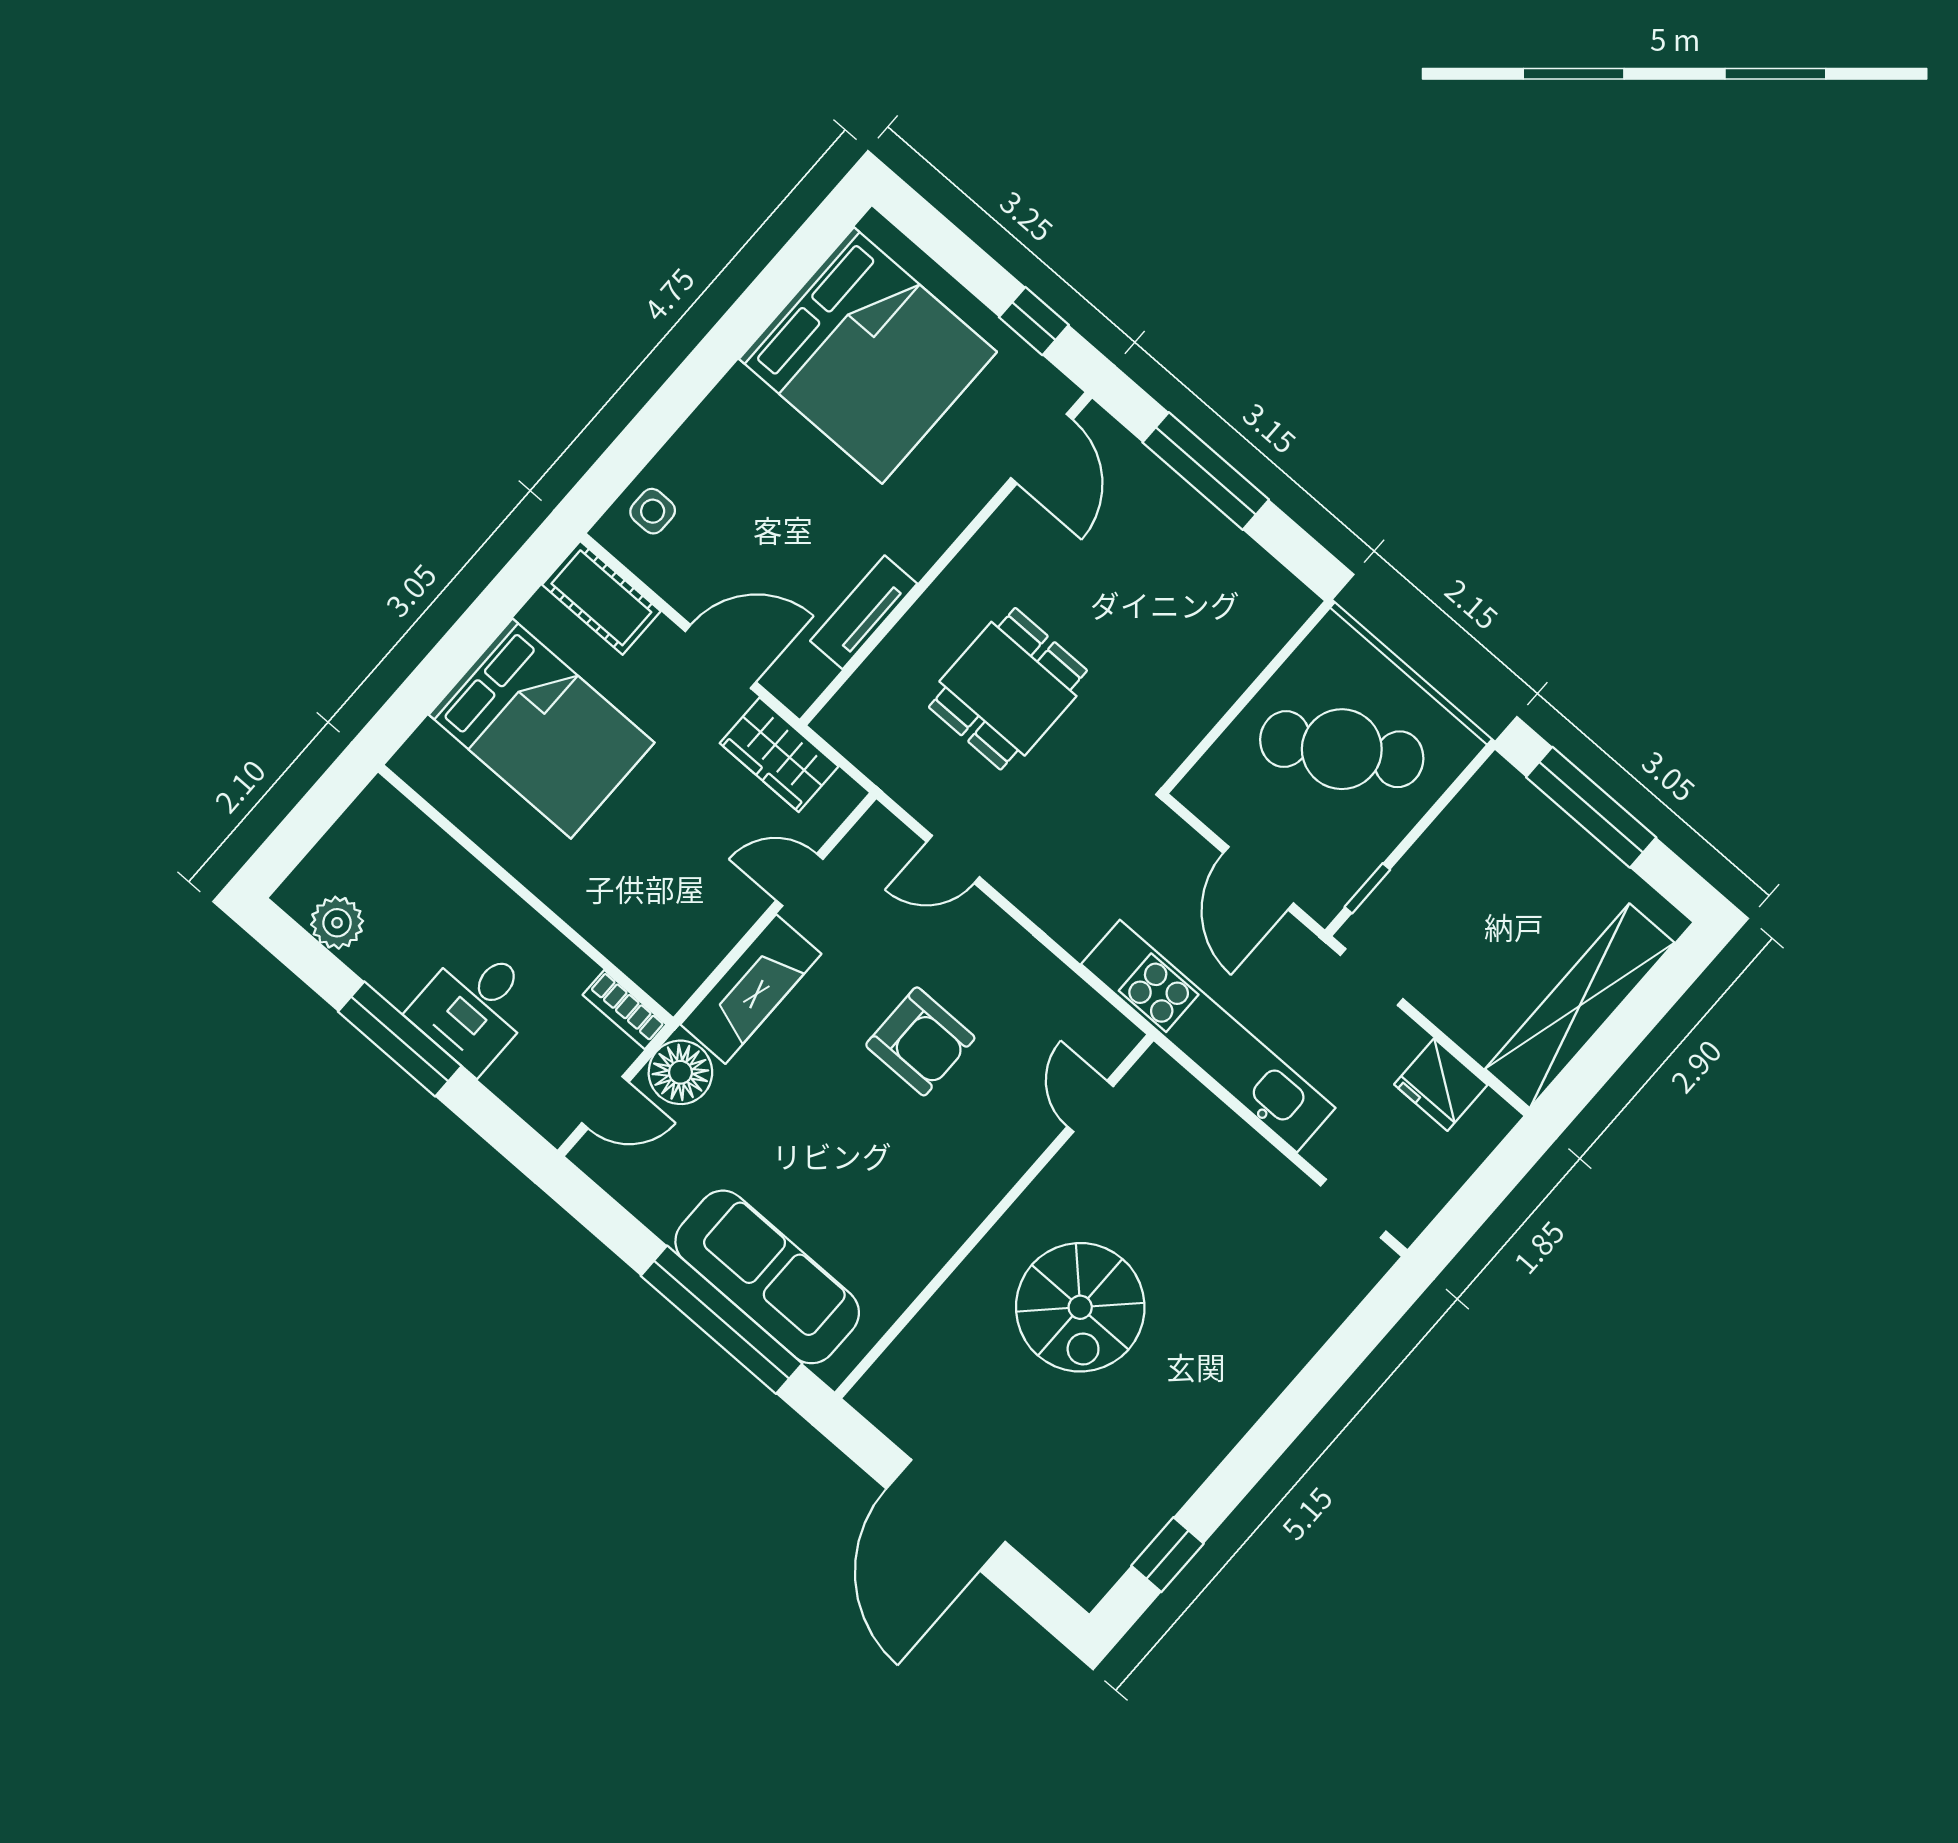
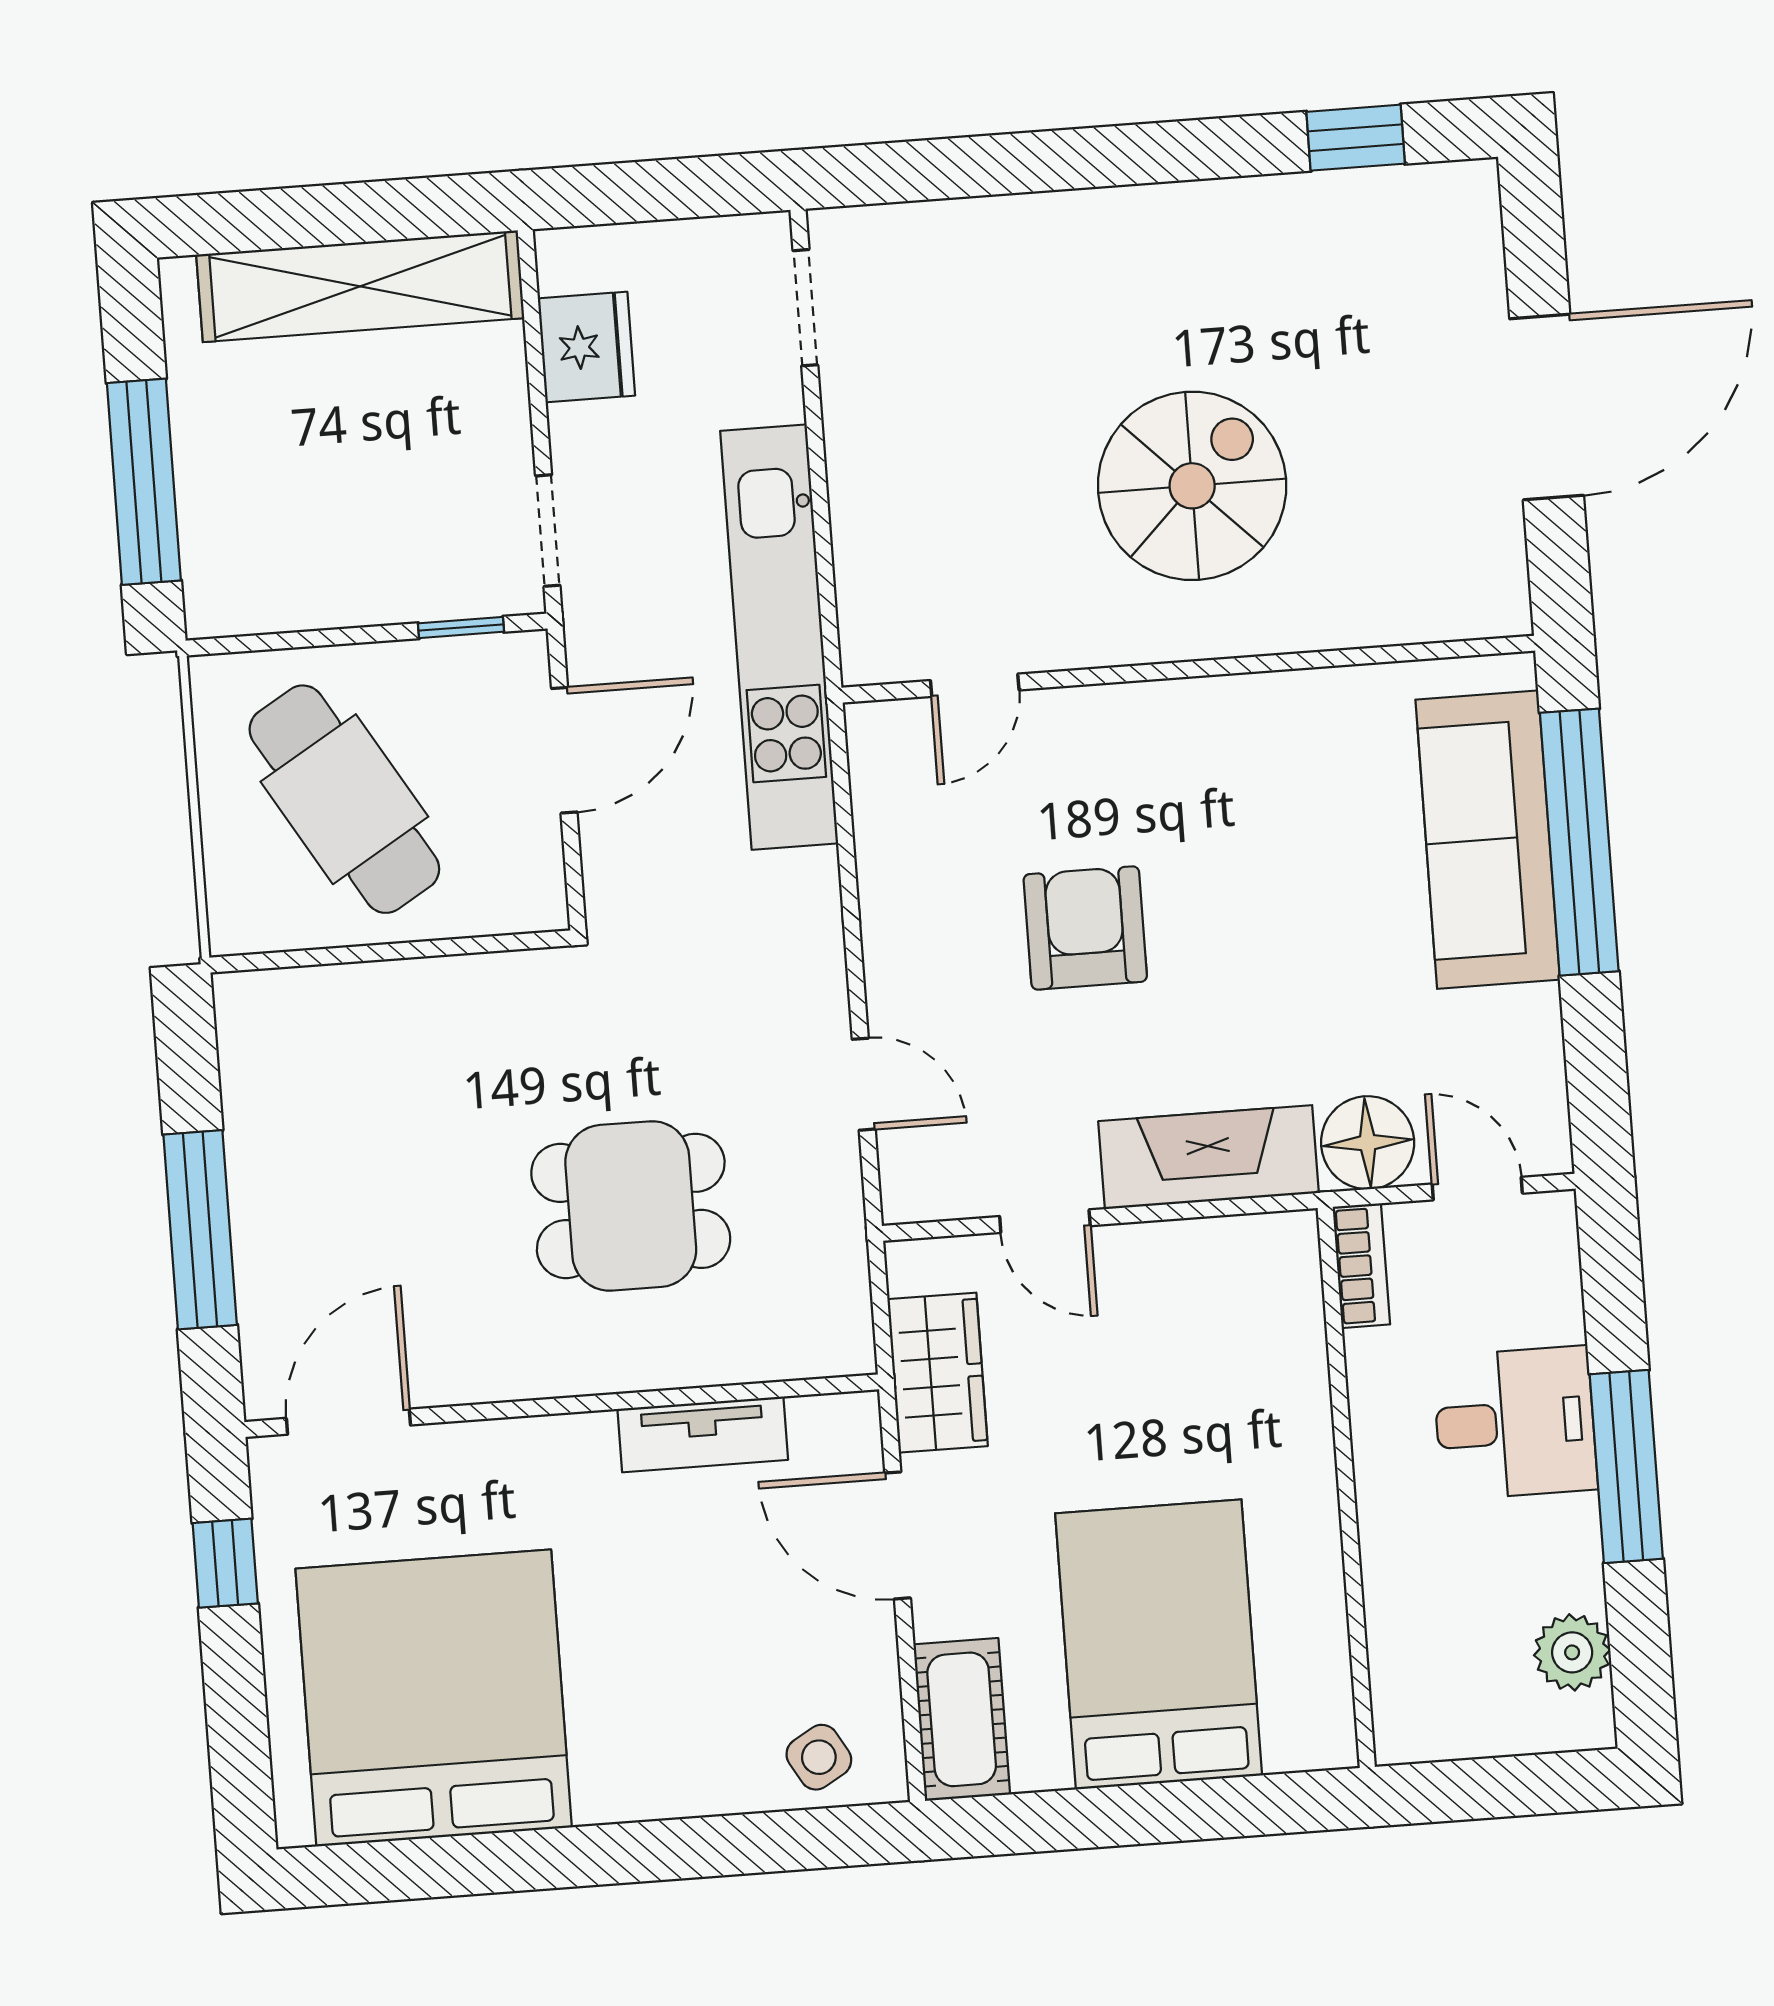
side table: (653, 511) -> (819, 1757), turned -30

